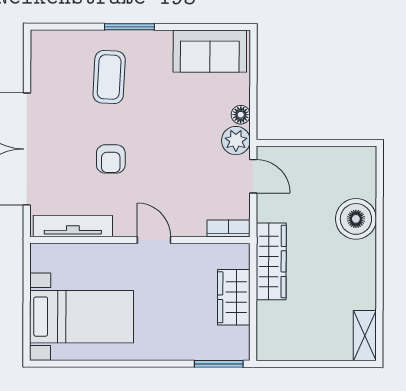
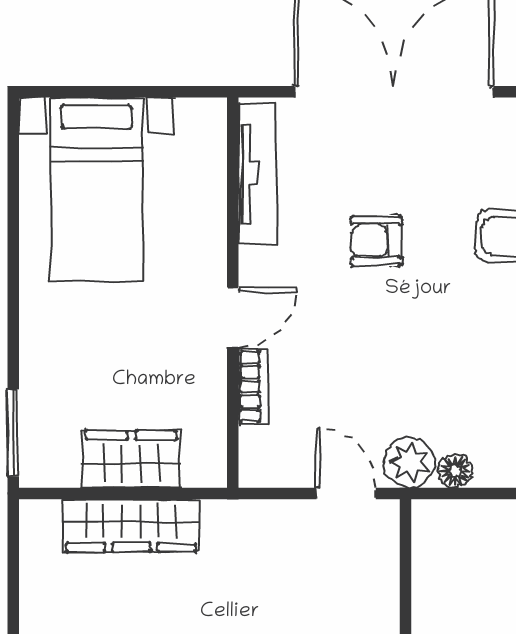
door: (253, 176) -> (346, 493), swing flipped
bookcase: (229, 228) -> (254, 387), moved
wardrobe: (271, 261) -> (131, 525), moved

